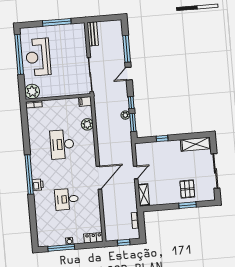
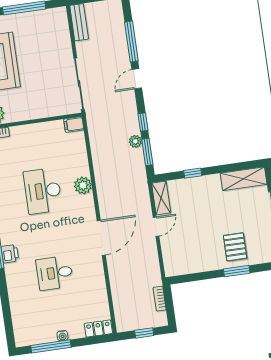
plant: (87, 124) -> (83, 185), moved
shelving: (144, 195) -> (161, 198), moved

